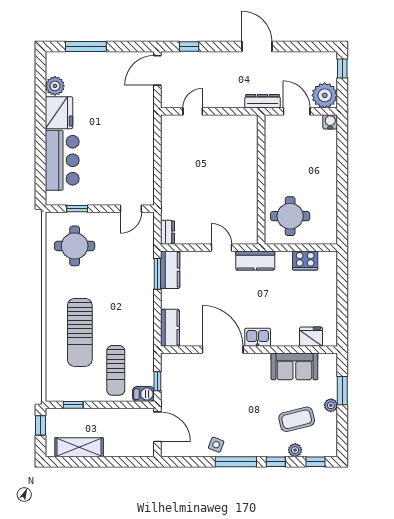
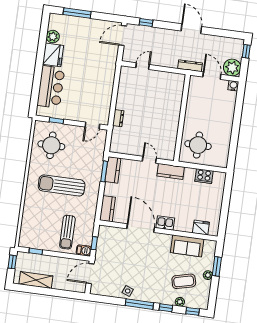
dresser: (167, 232) -> (118, 118), moved
sun lounger: (80, 332) -> (62, 185), moved, turned 90
door: (157, 427) -> (90, 274), swing flipped

